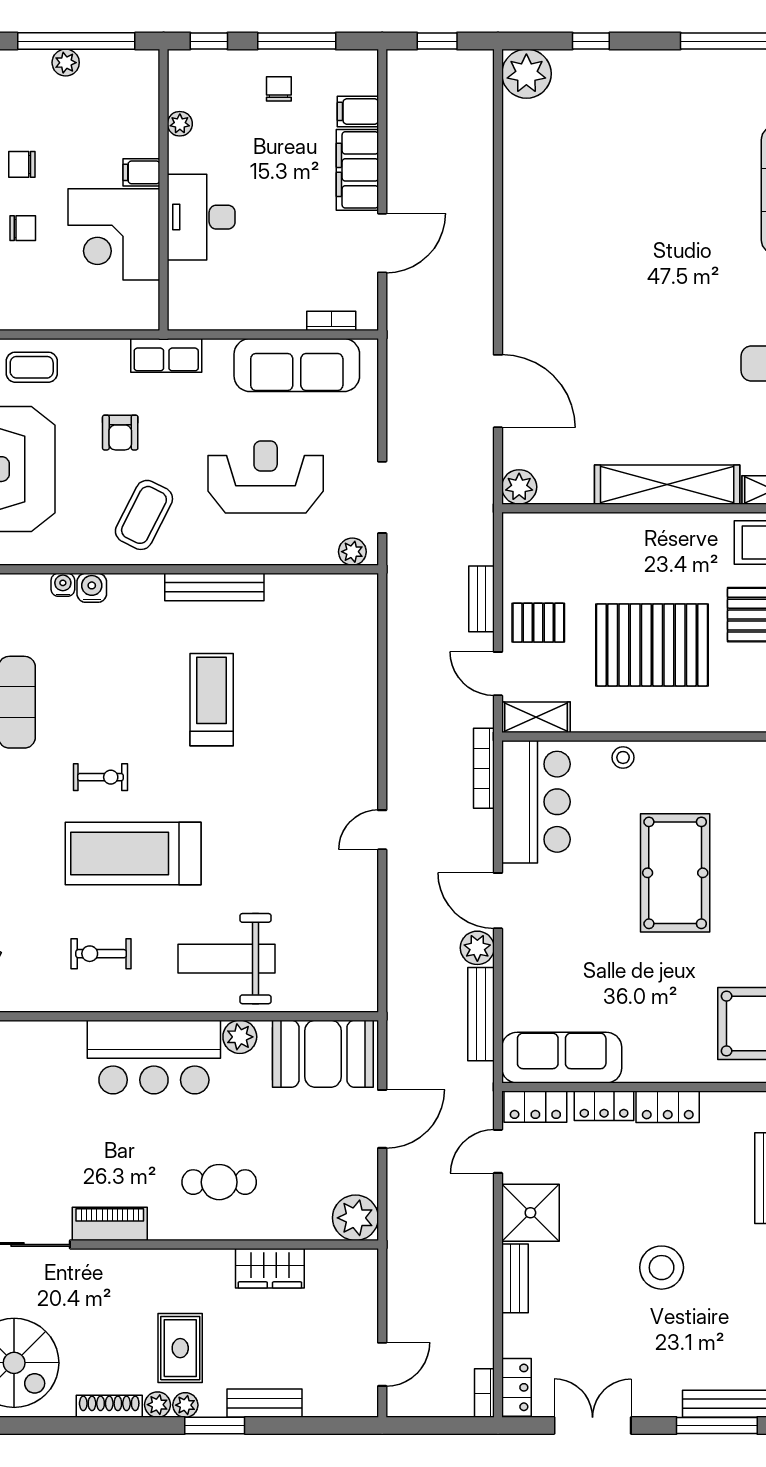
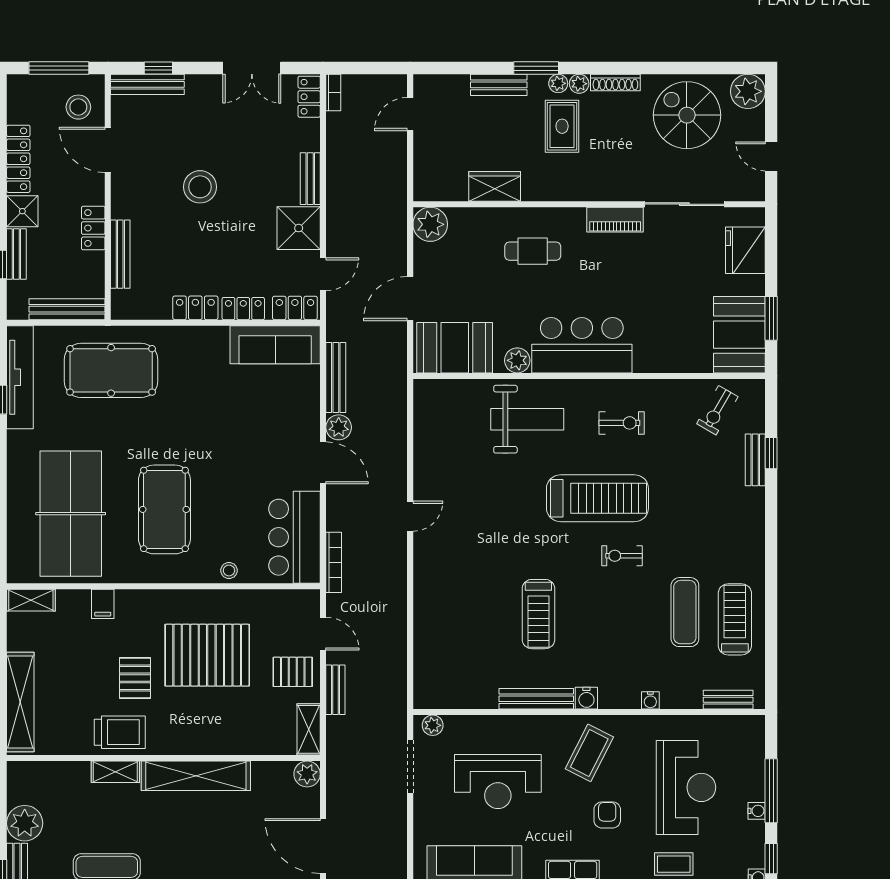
water cooler: (92, 588) -> (586, 698), moved
shelving: (536, 717) -> (309, 729), moved, turned 90
pool table: (675, 873) -> (164, 509), moved
window: (717, 1425) -> (158, 68), width x0.46

